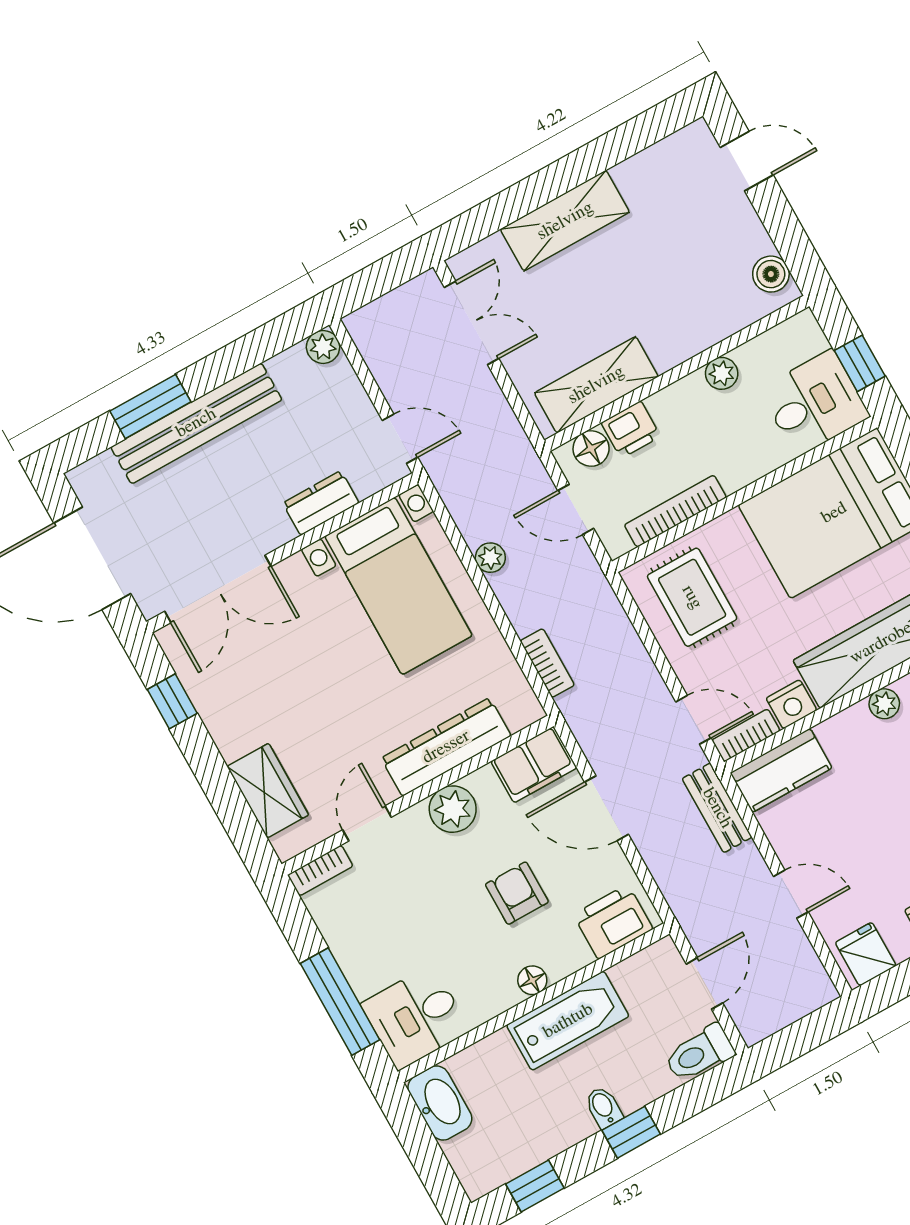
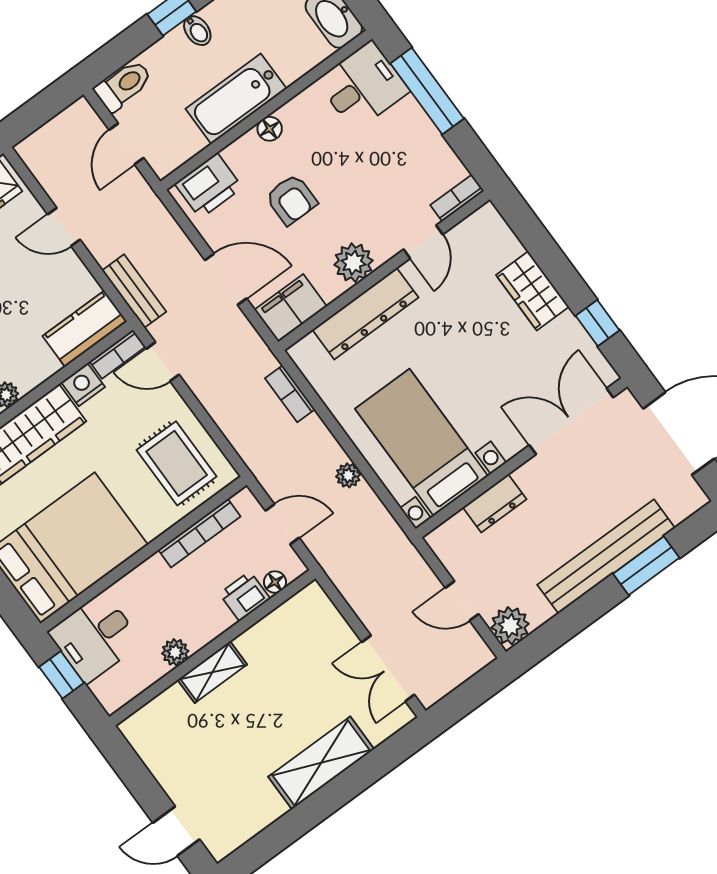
boiler: (771, 274) -> (145, 740), removed
plant: (323, 347) -> (510, 626), width x1.38, depth x1.38
shelving: (596, 385) -> (212, 672), moved, width x0.67, depth x0.75
door: (400, 439) -> (462, 601), moved
floor lamp: (591, 449) -> (275, 582), width x0.73, depth x0.73
wardrobe: (268, 791) -> (532, 291), moved

